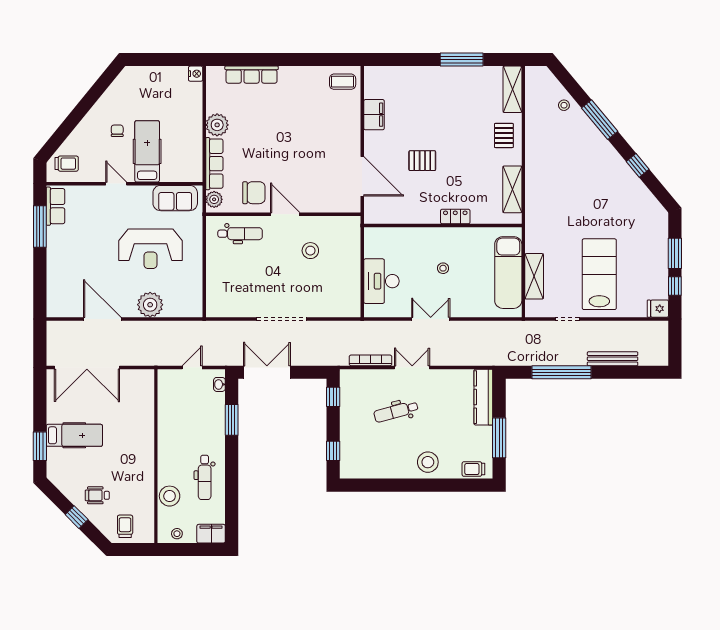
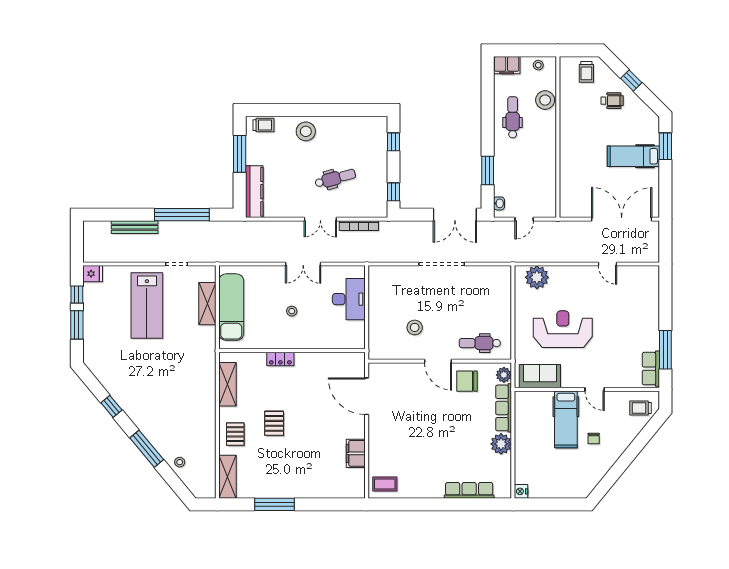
pallet: (422, 161) -> (274, 423), moved, turned 90
plant: (150, 305) -> (537, 277), moved
door: (102, 319) -> (608, 264), width x0.53

